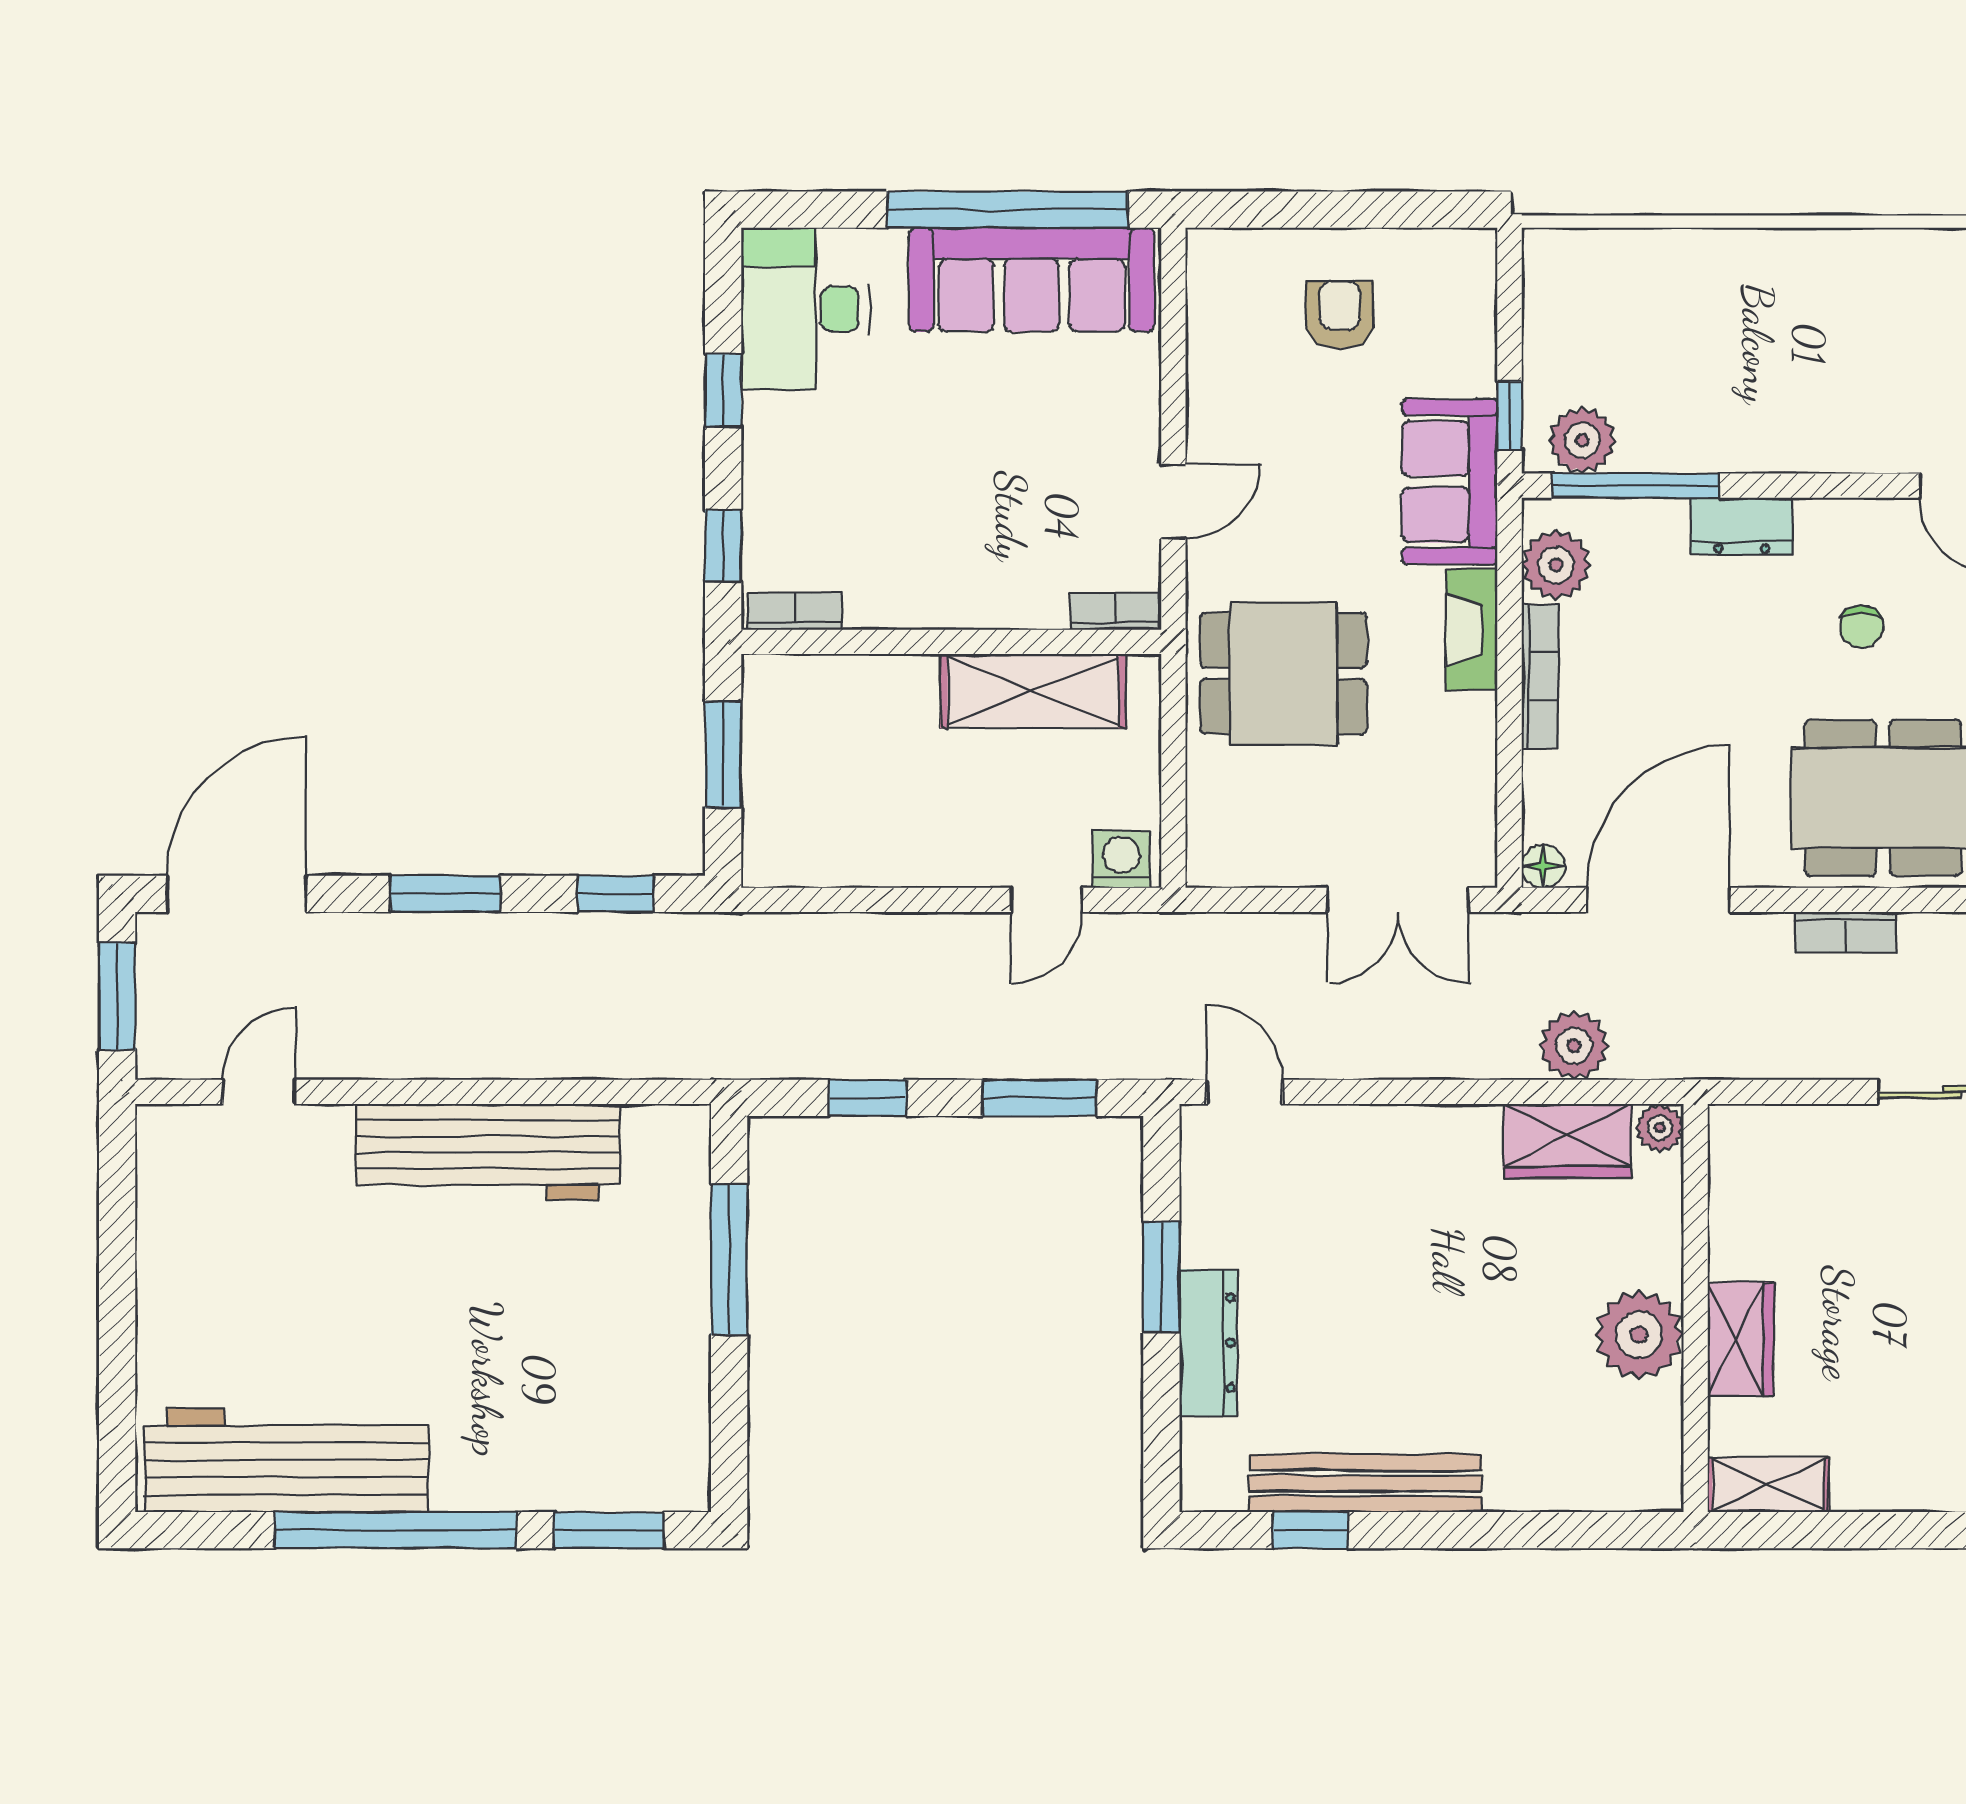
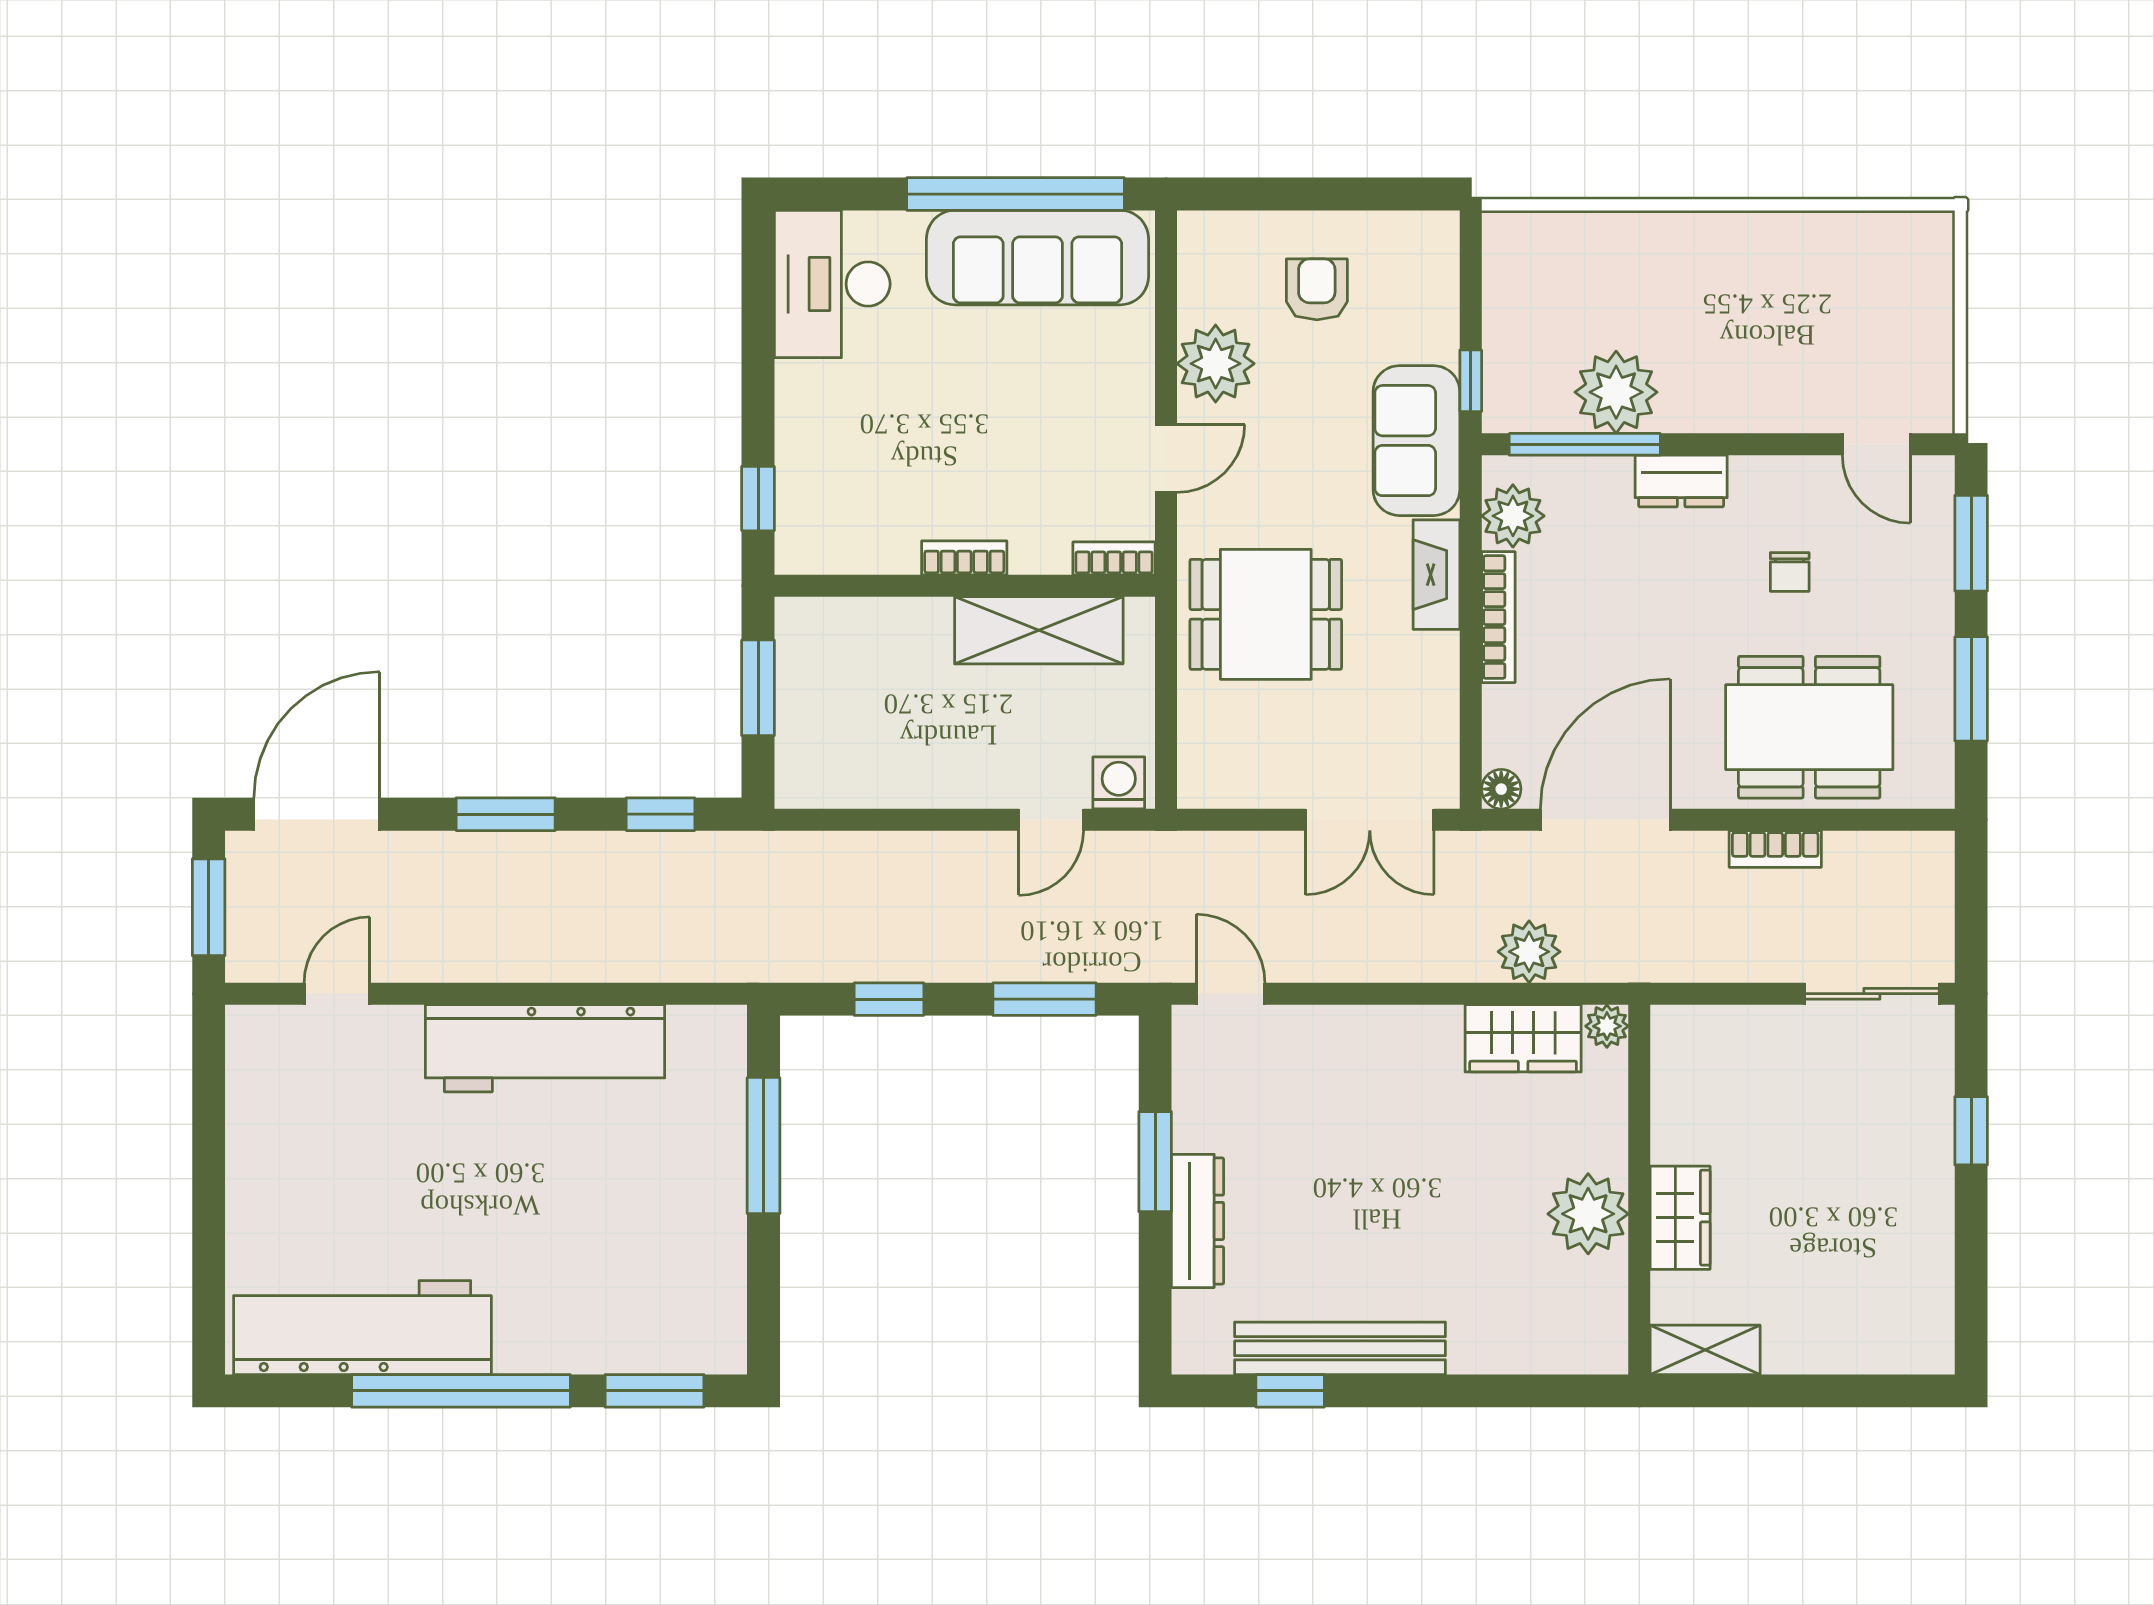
window: (723, 390) -> (758, 358), removed
plant: (1228, 397) -> (1216, 364), added
plant: (1582, 440) -> (1616, 392), moved, width x1.36, depth x1.36
bookcase: (794, 611) -> (964, 558), moved

